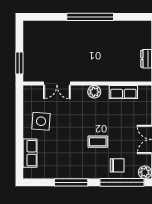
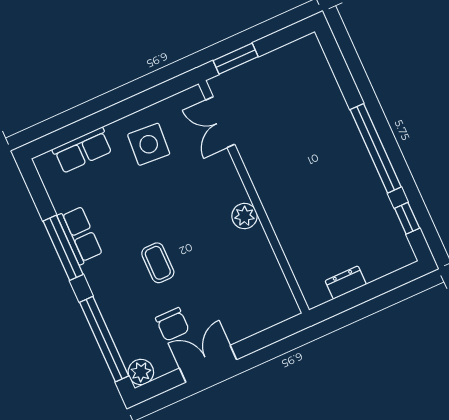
window: (129, 17) -> (407, 218), added
double door: (57, 84) -> (220, 122), moved
row of seats: (123, 92) -> (80, 235), moved, turned 180
chair: (117, 165) -> (172, 324), moved

